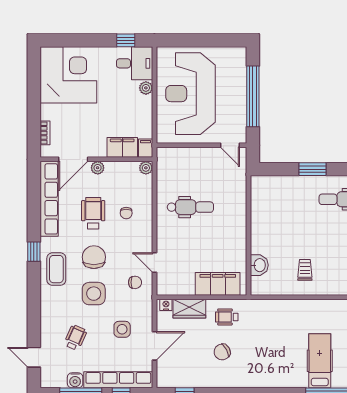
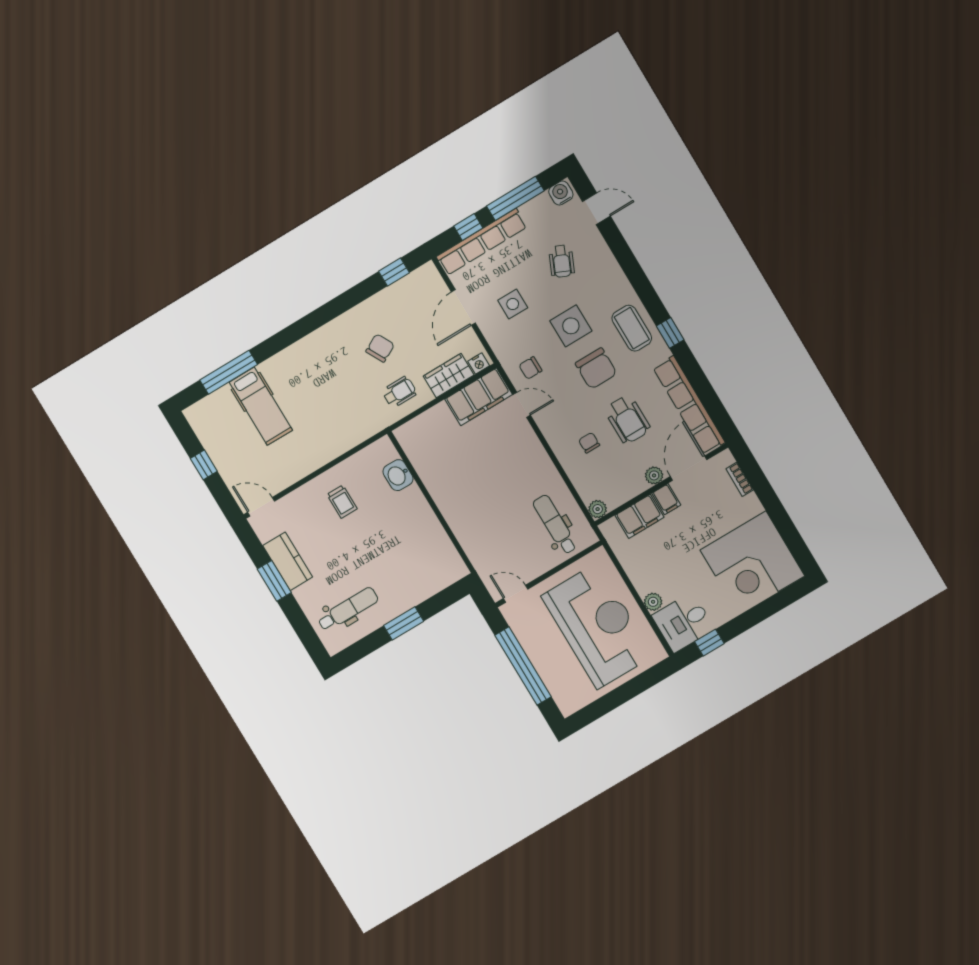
filing cabinet: (146, 148) -> (666, 499), moved
dental chair: (190, 207) -> (555, 524), moved, turned 90
filing cabinet: (218, 284) -> (479, 397), moved
water cooler: (75, 380) -> (561, 193), moved

